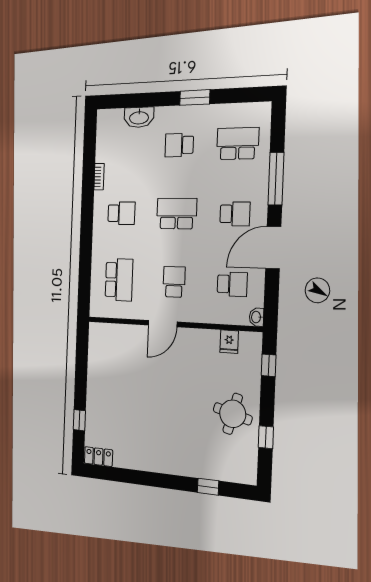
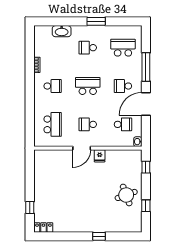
school desk: (235, 214) -> (123, 86), turned 180
school desk: (174, 282) -> (88, 124), turned -90
fridge: (229, 342) -> (100, 156), moved
round table: (233, 414) -> (126, 195), turned -35
window: (208, 487) -> (99, 236), moved

